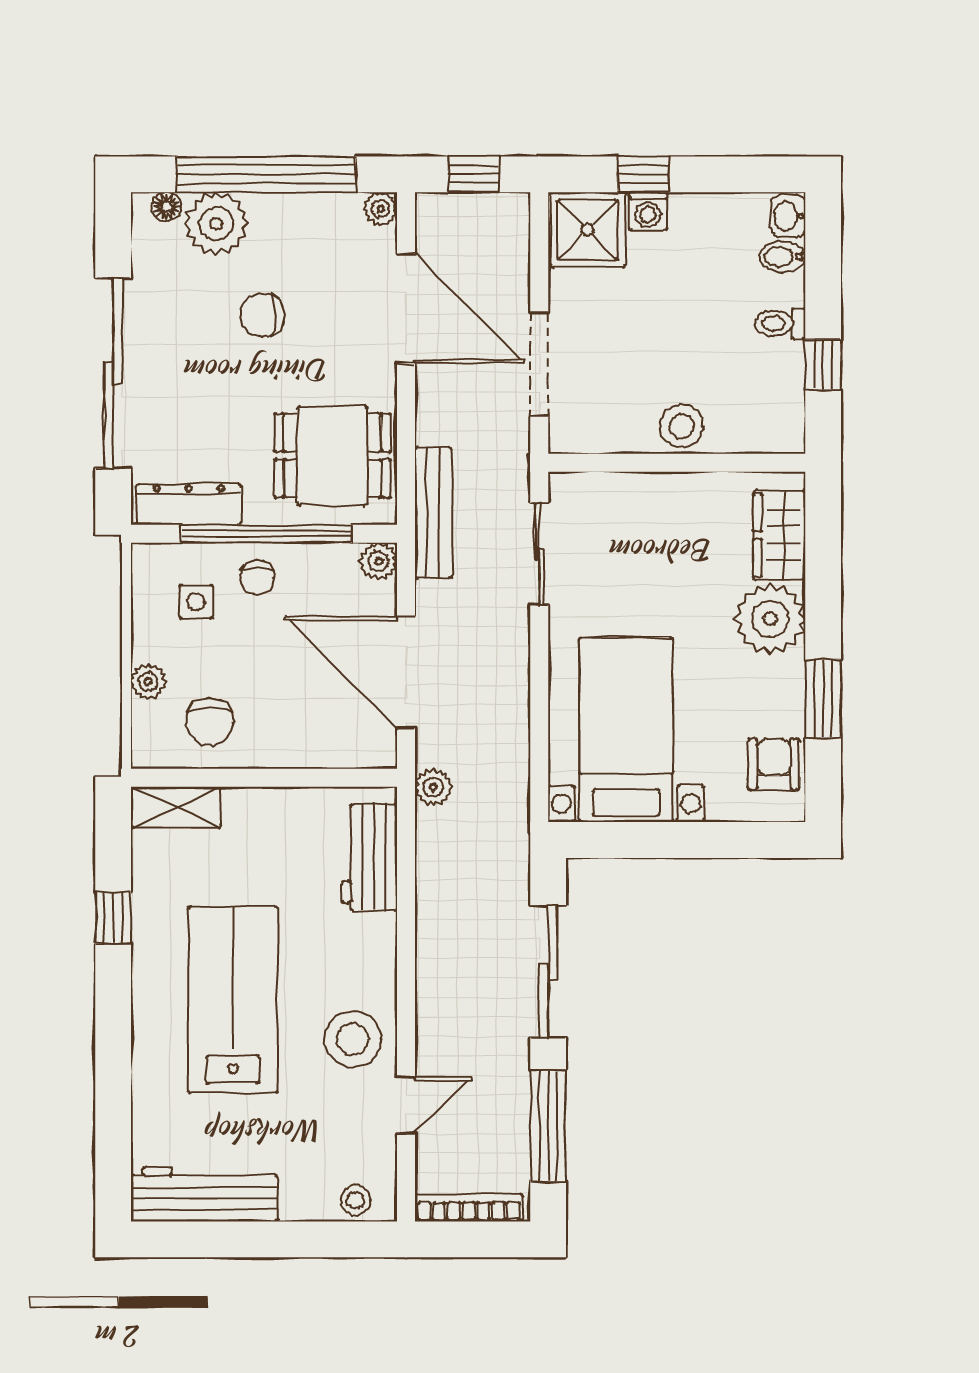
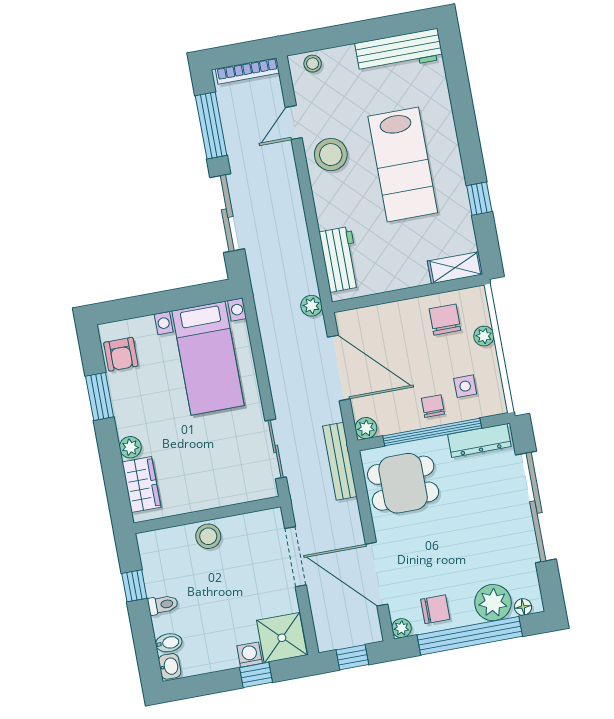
chair: (262, 315) -> (435, 609), moved
plant: (770, 619) -> (130, 447), width x0.53, depth x0.53

